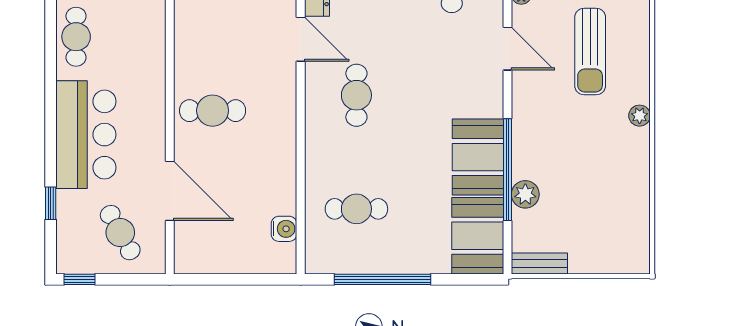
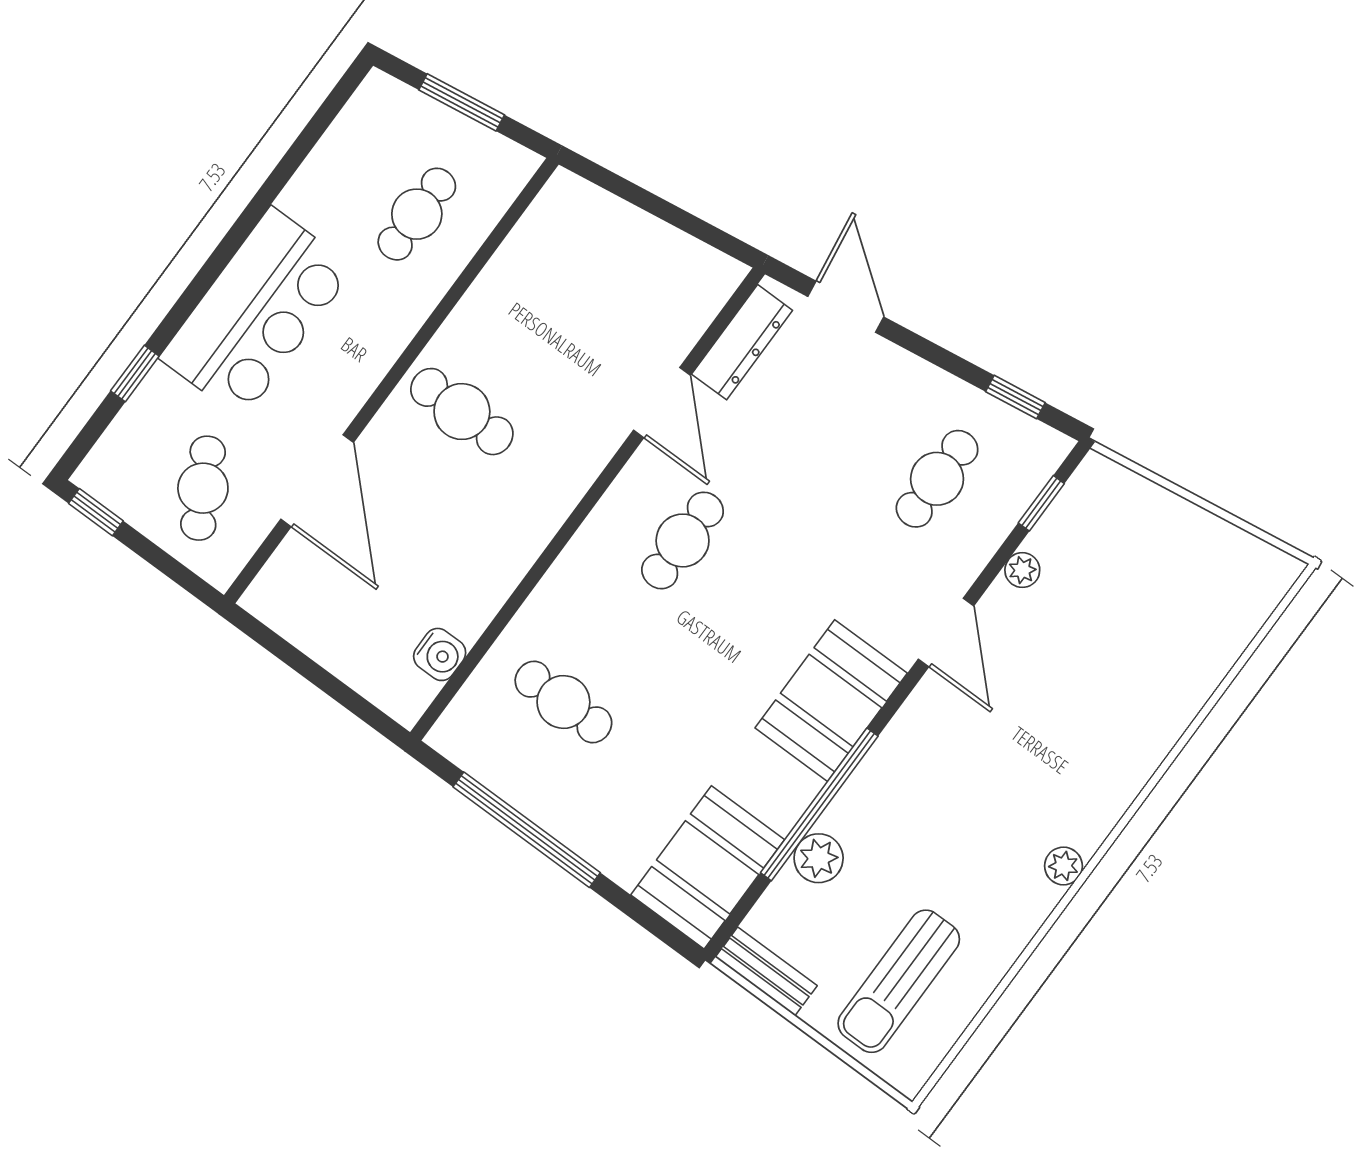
cafe table: (76, 37) -> (417, 214), moved
sun lounger: (590, 51) -> (899, 981), moved
booth: (478, 157) -> (831, 701), moved

